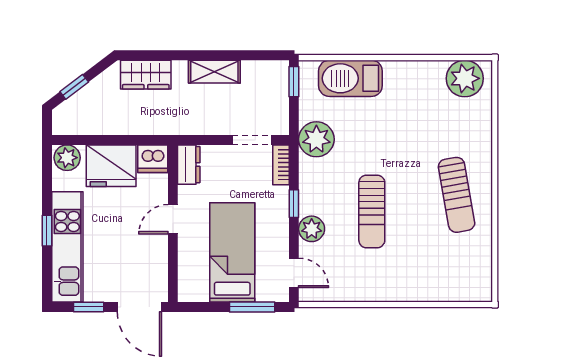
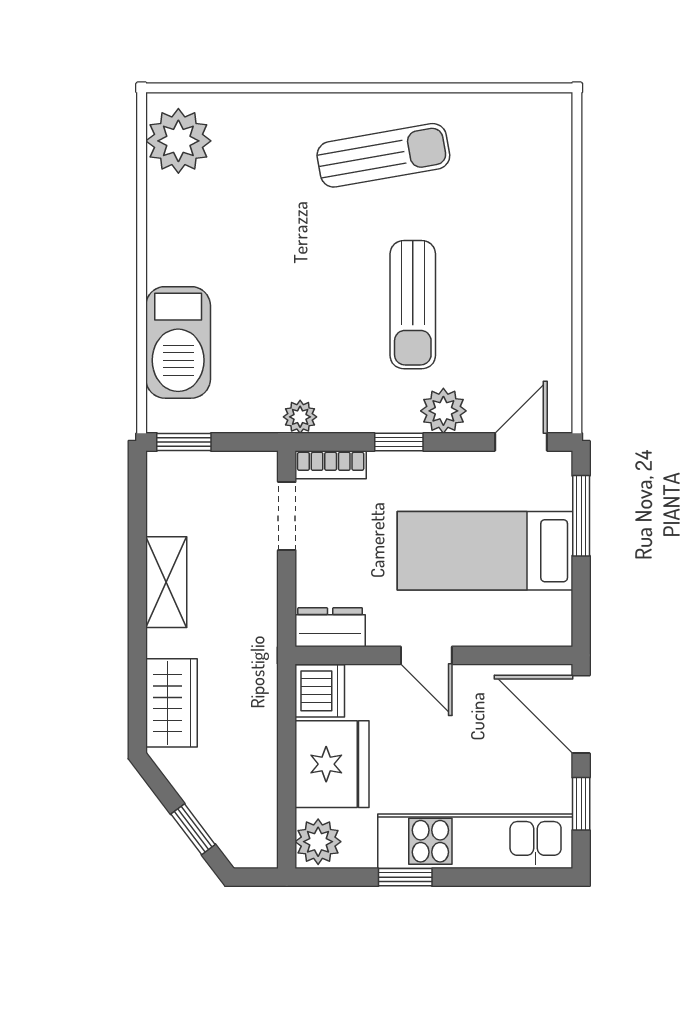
plant: (316, 139) -> (300, 417), width x0.53, depth x0.53
sun lounger: (372, 211) -> (413, 305), turned 90
window: (47, 231) -> (405, 877), moved
door: (139, 307) -> (581, 714), swing flipped

